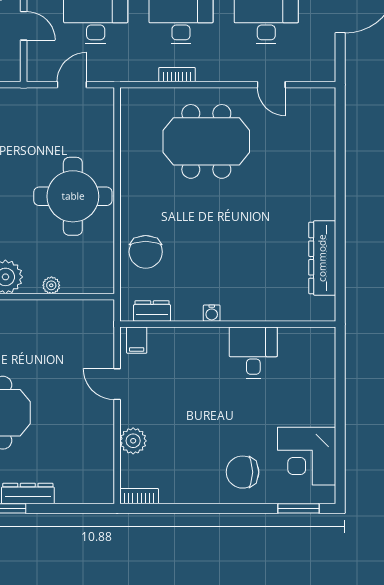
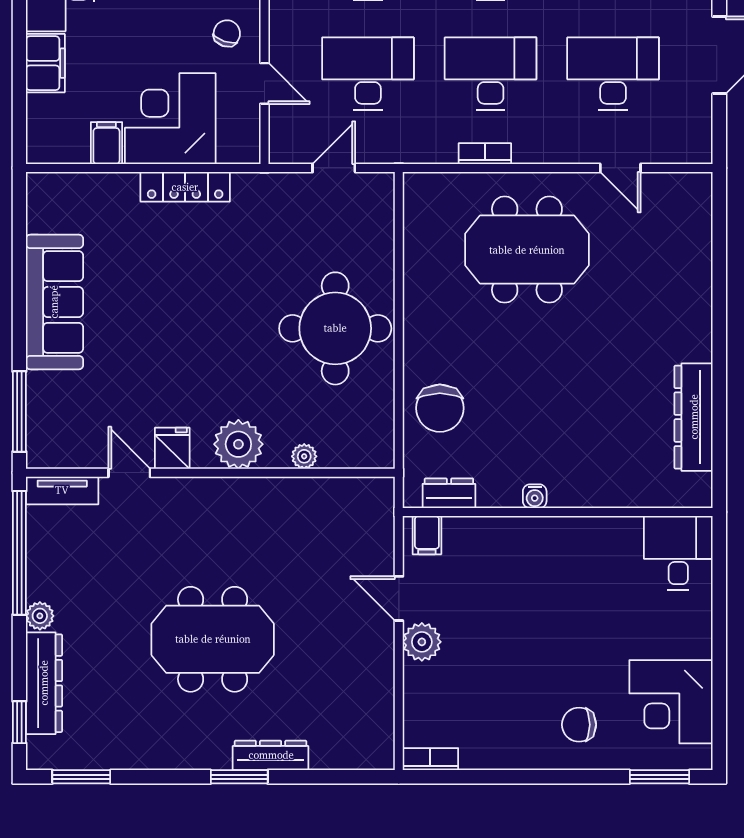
desk: (253, 353) -> (678, 553), moved
plant: (133, 441) -> (422, 642), moved
chair: (243, 472) -> (579, 725), width x0.73, depth x0.73

